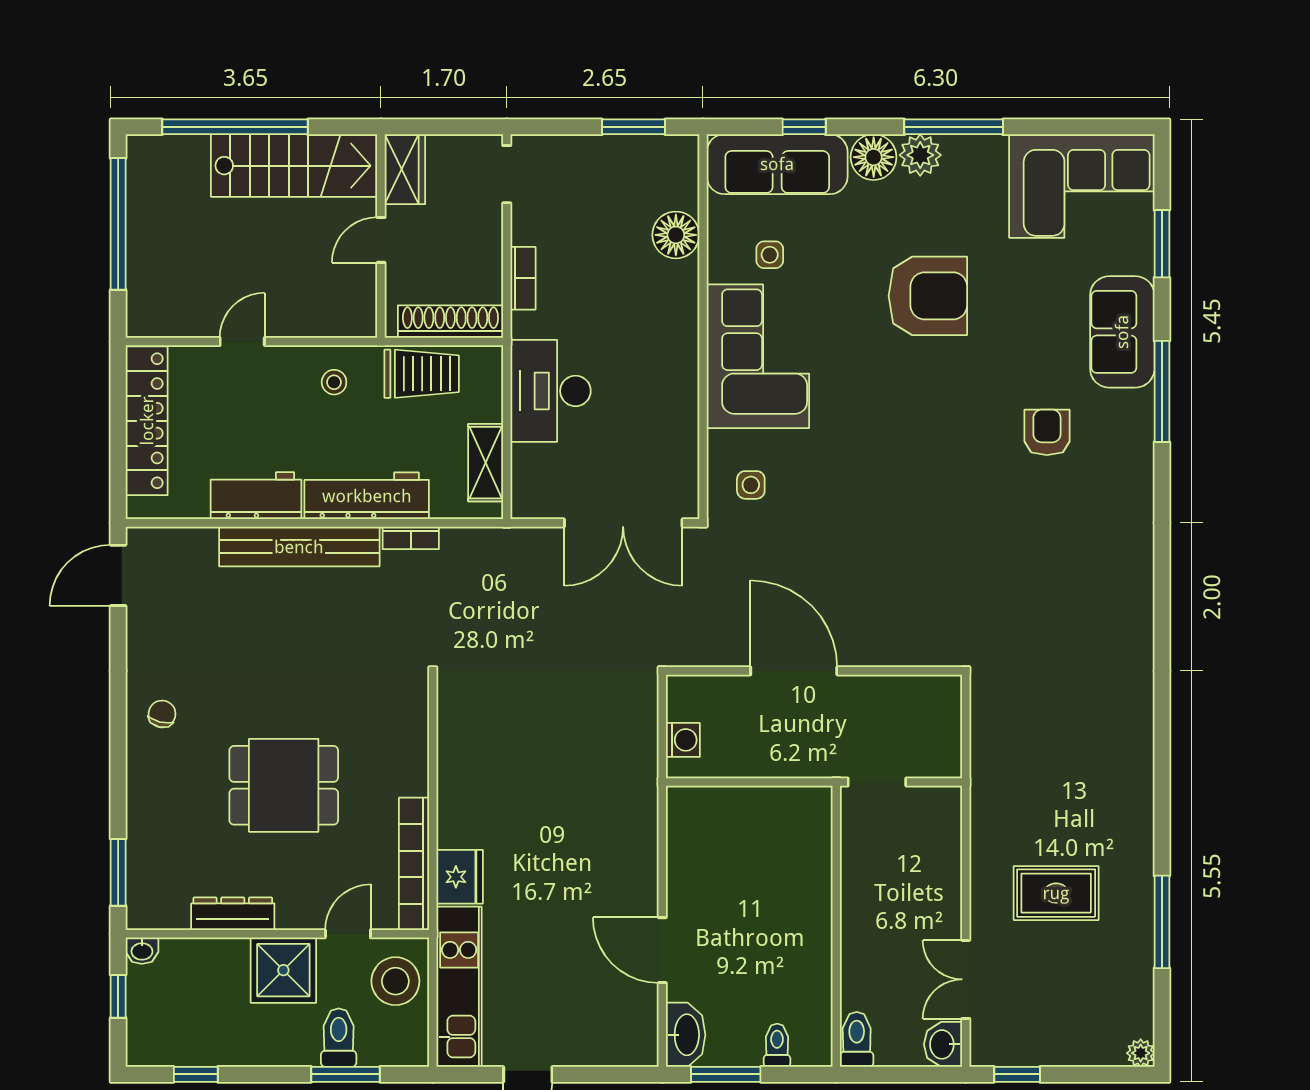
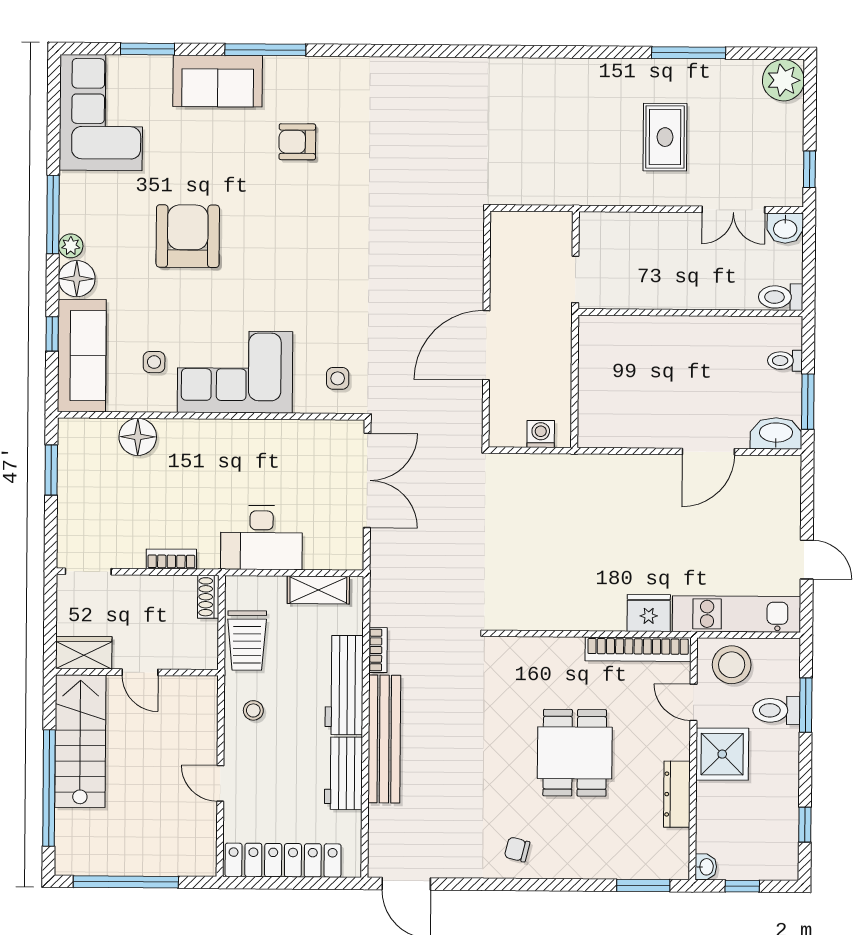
plant: (920, 155) -> (71, 246), width x0.73, depth x0.73
shoe rack: (450, 322) -> (208, 597), width x0.51, depth x0.81
trolley: (422, 374) -> (247, 640), turned 180
plant: (1141, 1053) -> (783, 80), width x1.88, depth x1.88

